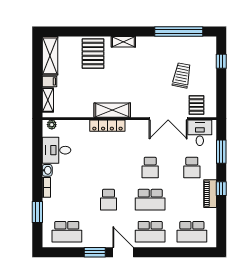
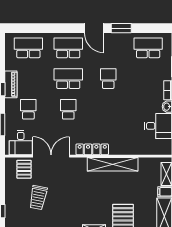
shelving: (112, 110) -> (113, 164), width x1.47
plant: (52, 125) -> (163, 150), removed
locker: (107, 126) -> (92, 149), moved

